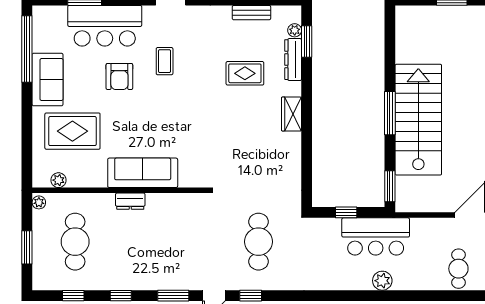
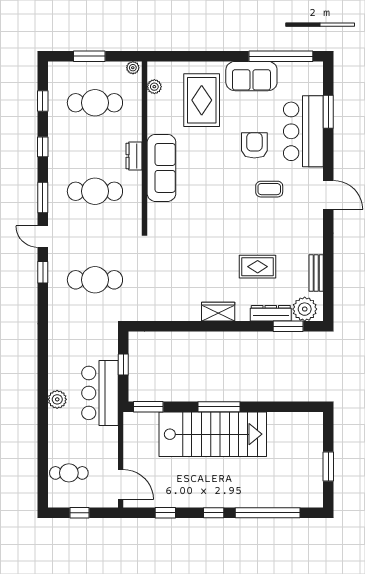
plant: (295, 30) -> (305, 309), width x1.88, depth x1.88
rug: (245, 73) -> (258, 267), turned 90
armchair: (119, 76) -> (254, 145), turned 90
cafe table: (167, 242) -> (95, 191), added

